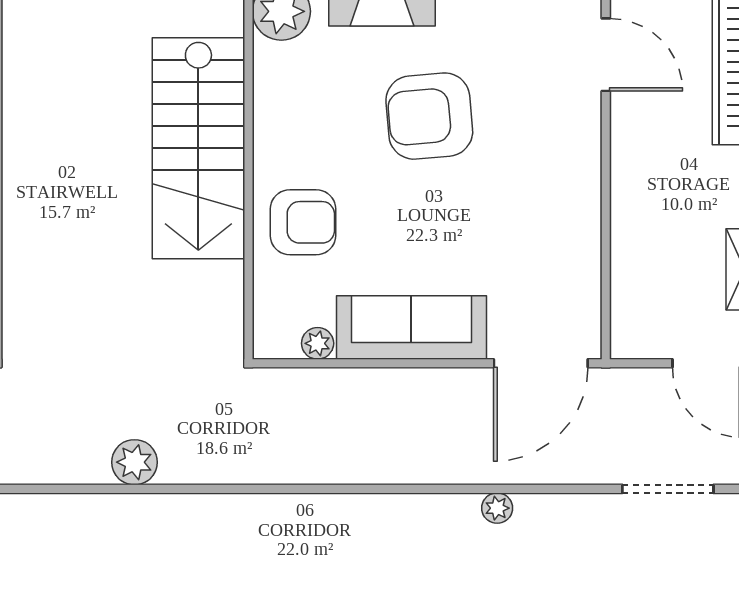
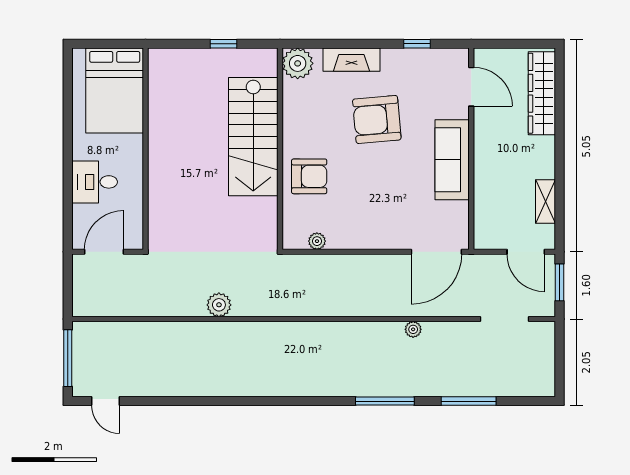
sofa: (411, 327) -> (452, 160), moved, turned -90

